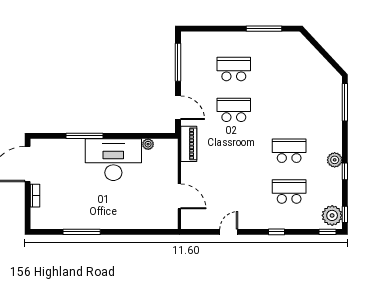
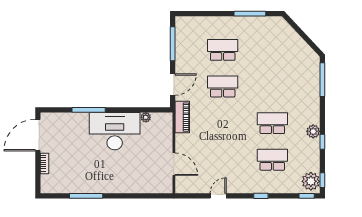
door: (178, 108) -> (173, 85), hinge flipped

